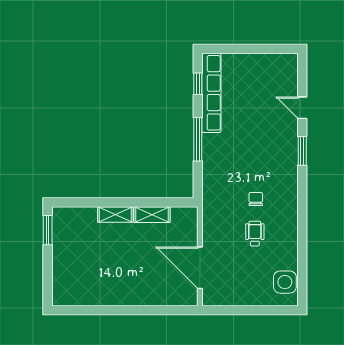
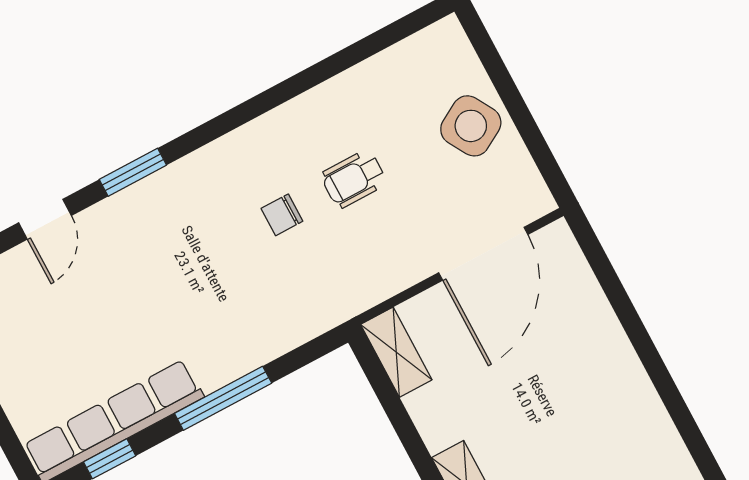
shelving: (152, 215) -> (396, 352), moved
side table: (285, 282) -> (471, 126), moved, turned -30

